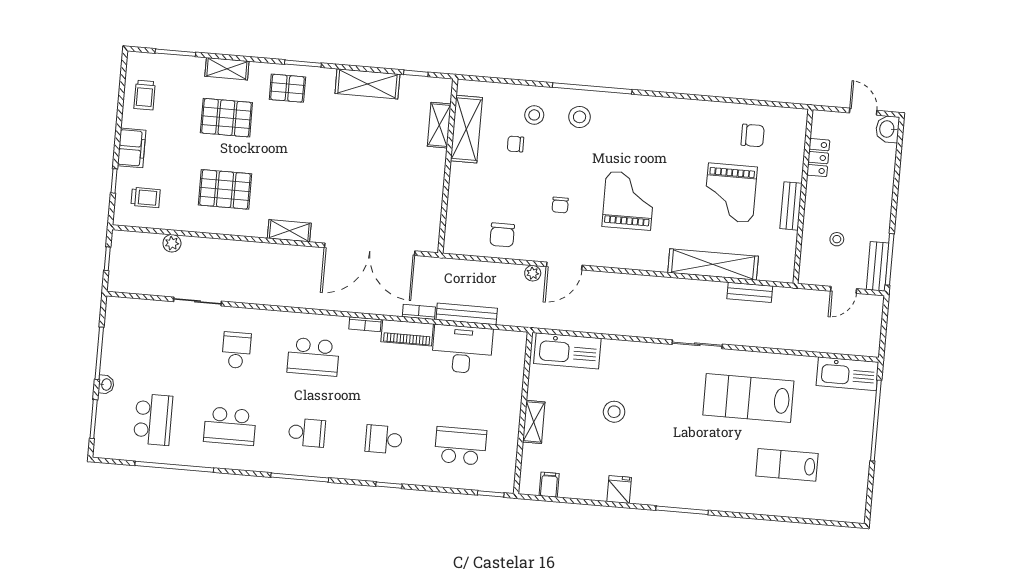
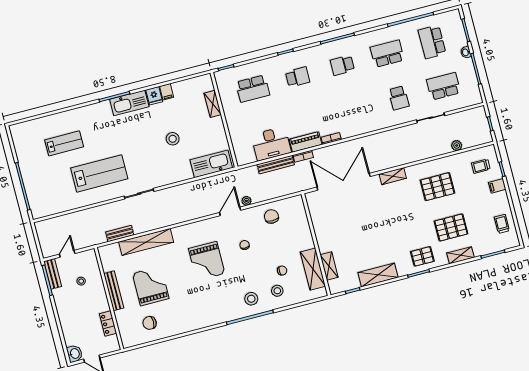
filing cabinet: (132, 148) -> (497, 186), width x0.50
bench: (791, 206) -> (114, 291), width x1.36
school desk: (313, 357) -> (444, 86), moved
kitchen sink: (847, 374) -> (129, 103), moved, turned 180
shelving: (534, 422) -> (213, 104), moved
filing cabinet: (549, 485) -> (167, 92), moved

